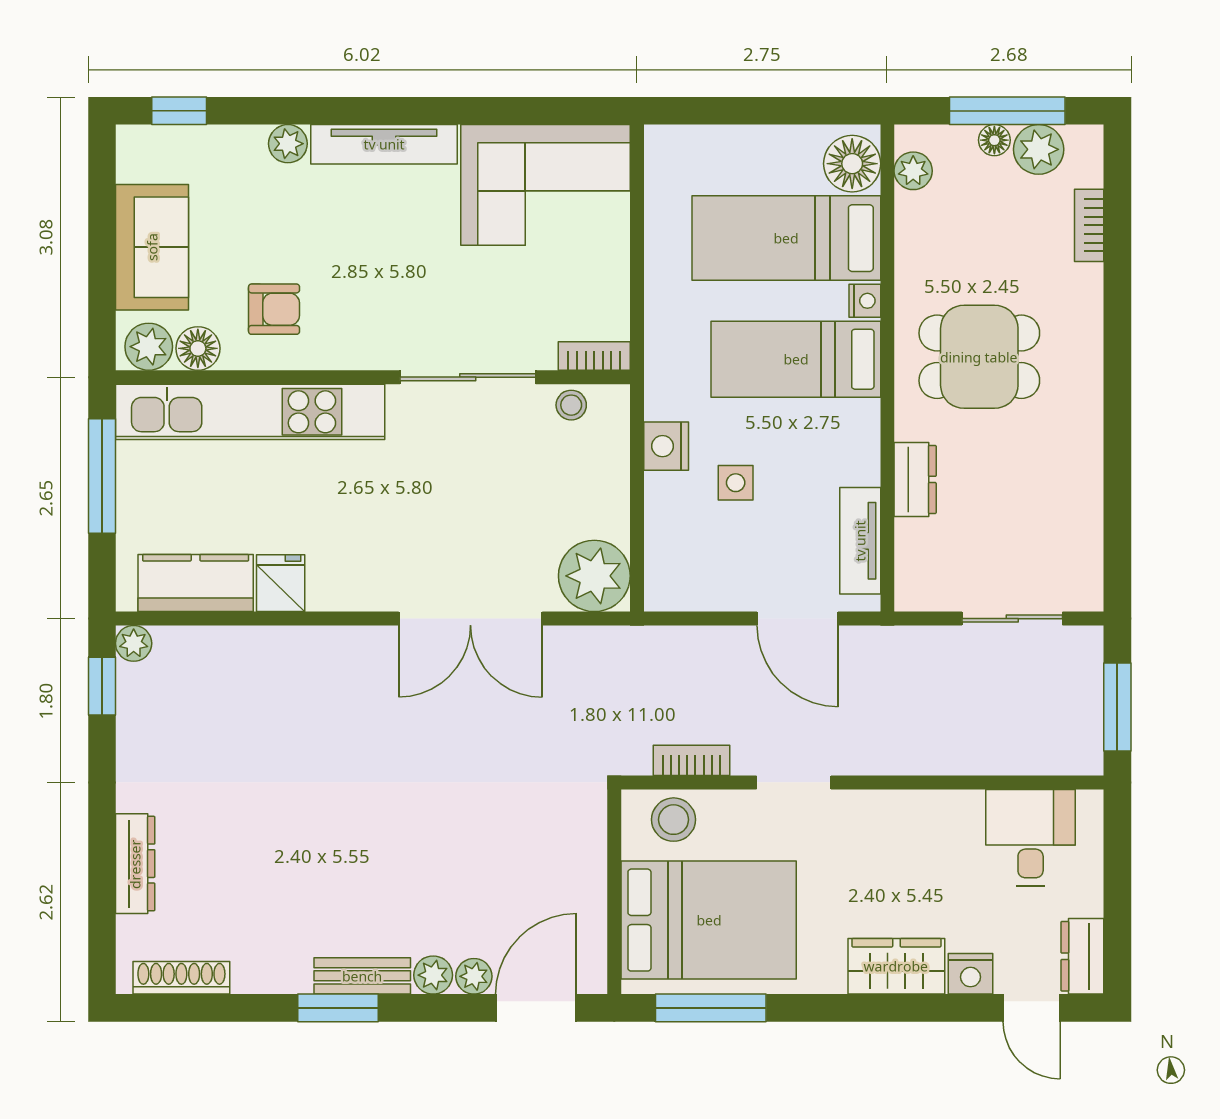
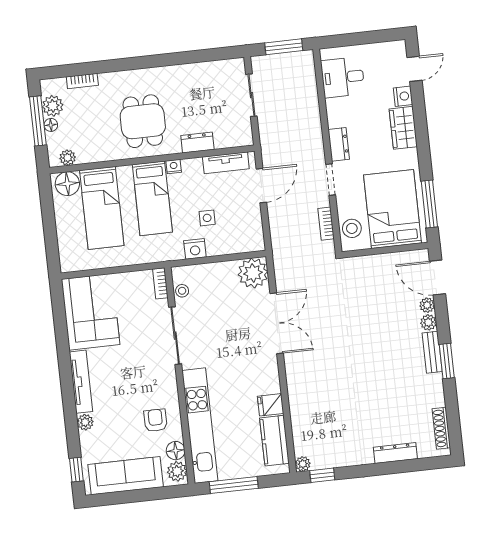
sofa: (152, 247) -> (126, 476), width x1.36
nightstand: (865, 301) -> (174, 167), moved
dresser: (1082, 956) -> (339, 144), moved, turned -90

